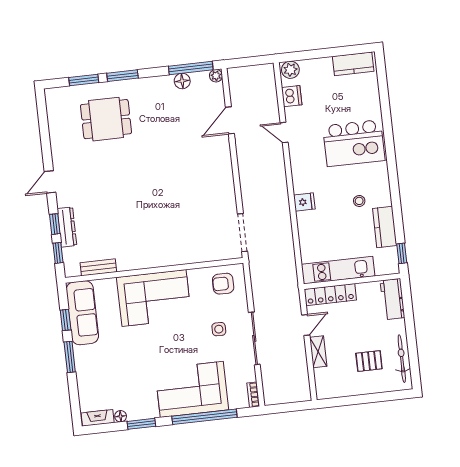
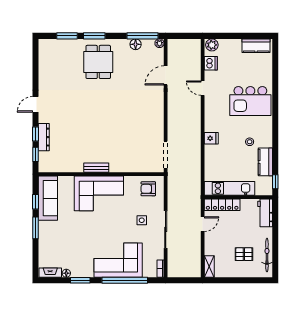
dining table: (106, 119) -> (98, 62), moved, turned 90
bench: (98, 267) -> (96, 168), moved
shelving: (318, 352) -> (209, 266), moved

